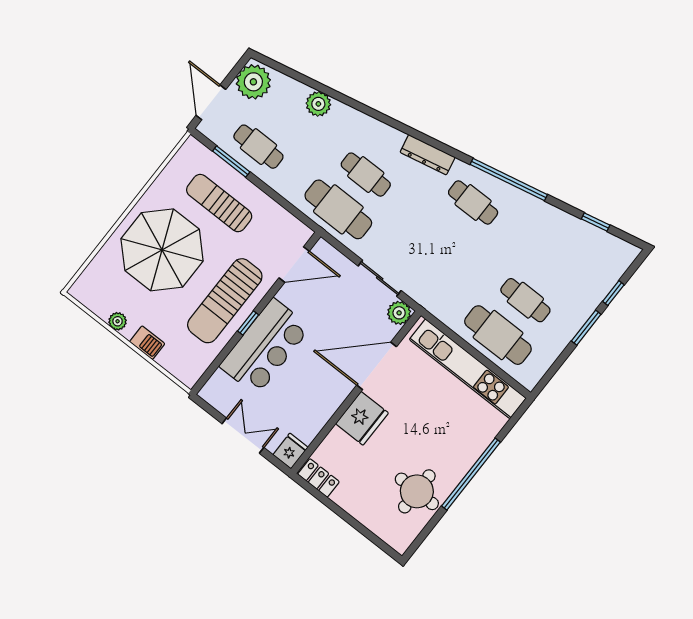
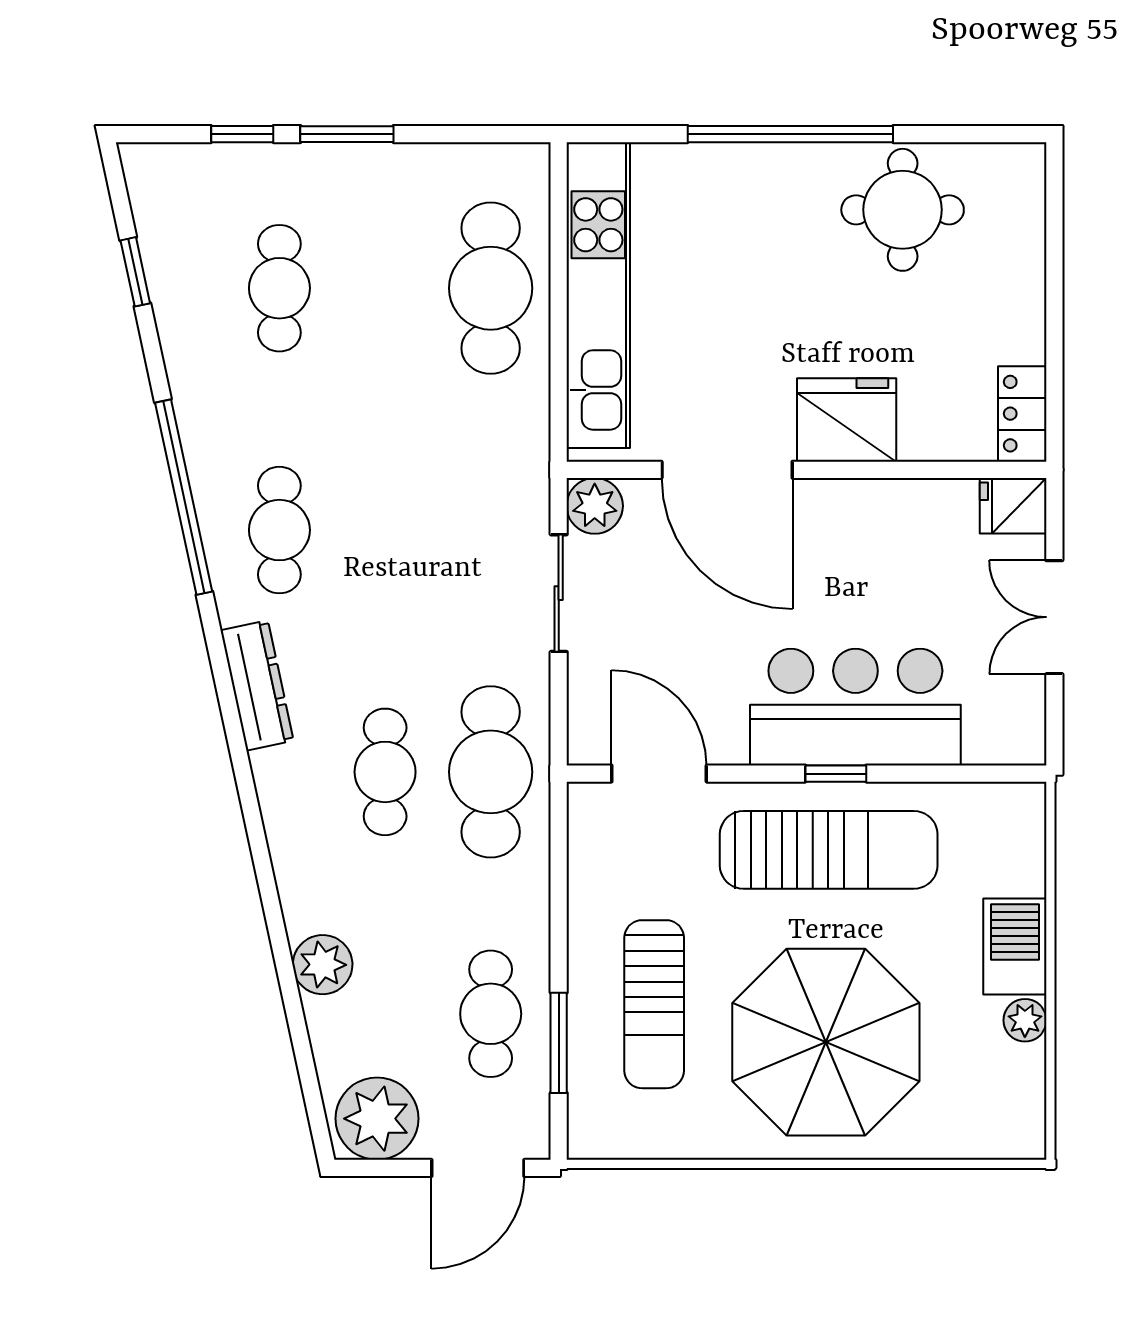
cafe table: (525, 300) -> (279, 288), moved
barbecue: (147, 343) -> (1015, 946), width x1.38, depth x1.27

